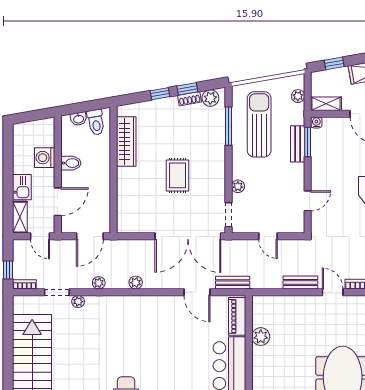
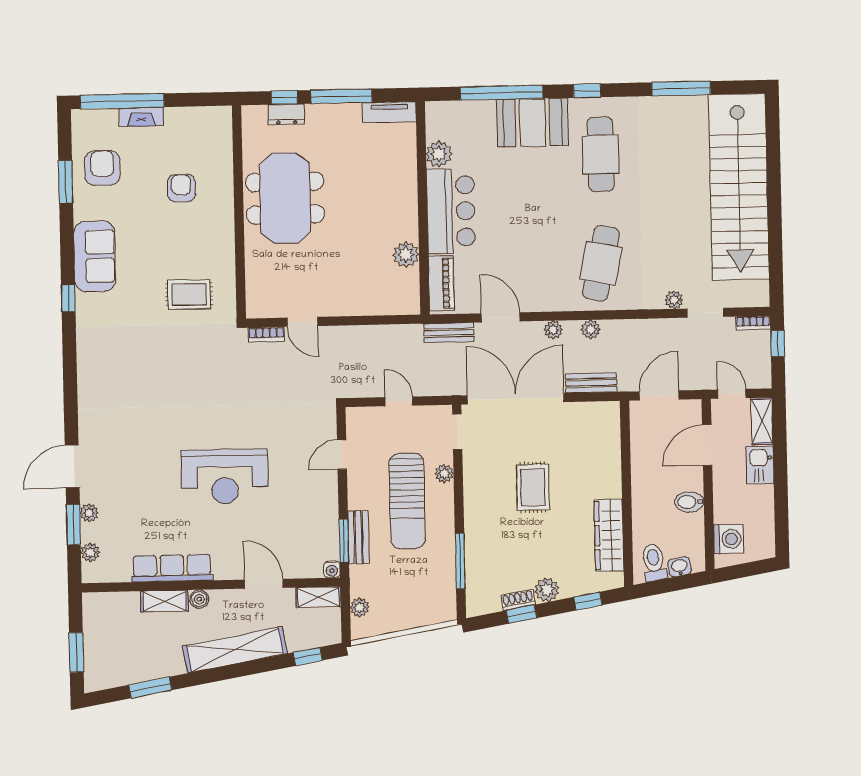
window: (160, 94) -> (588, 601), moved
plant: (210, 98) -> (547, 590), moved
sun lounger: (259, 124) -> (407, 501), moved
washing machine: (45, 158) -> (729, 539), moved
plant: (99, 283) -> (553, 330), moved
bench: (300, 283) -> (591, 383), moved
cafe table: (128, 328) -> (601, 263), added

